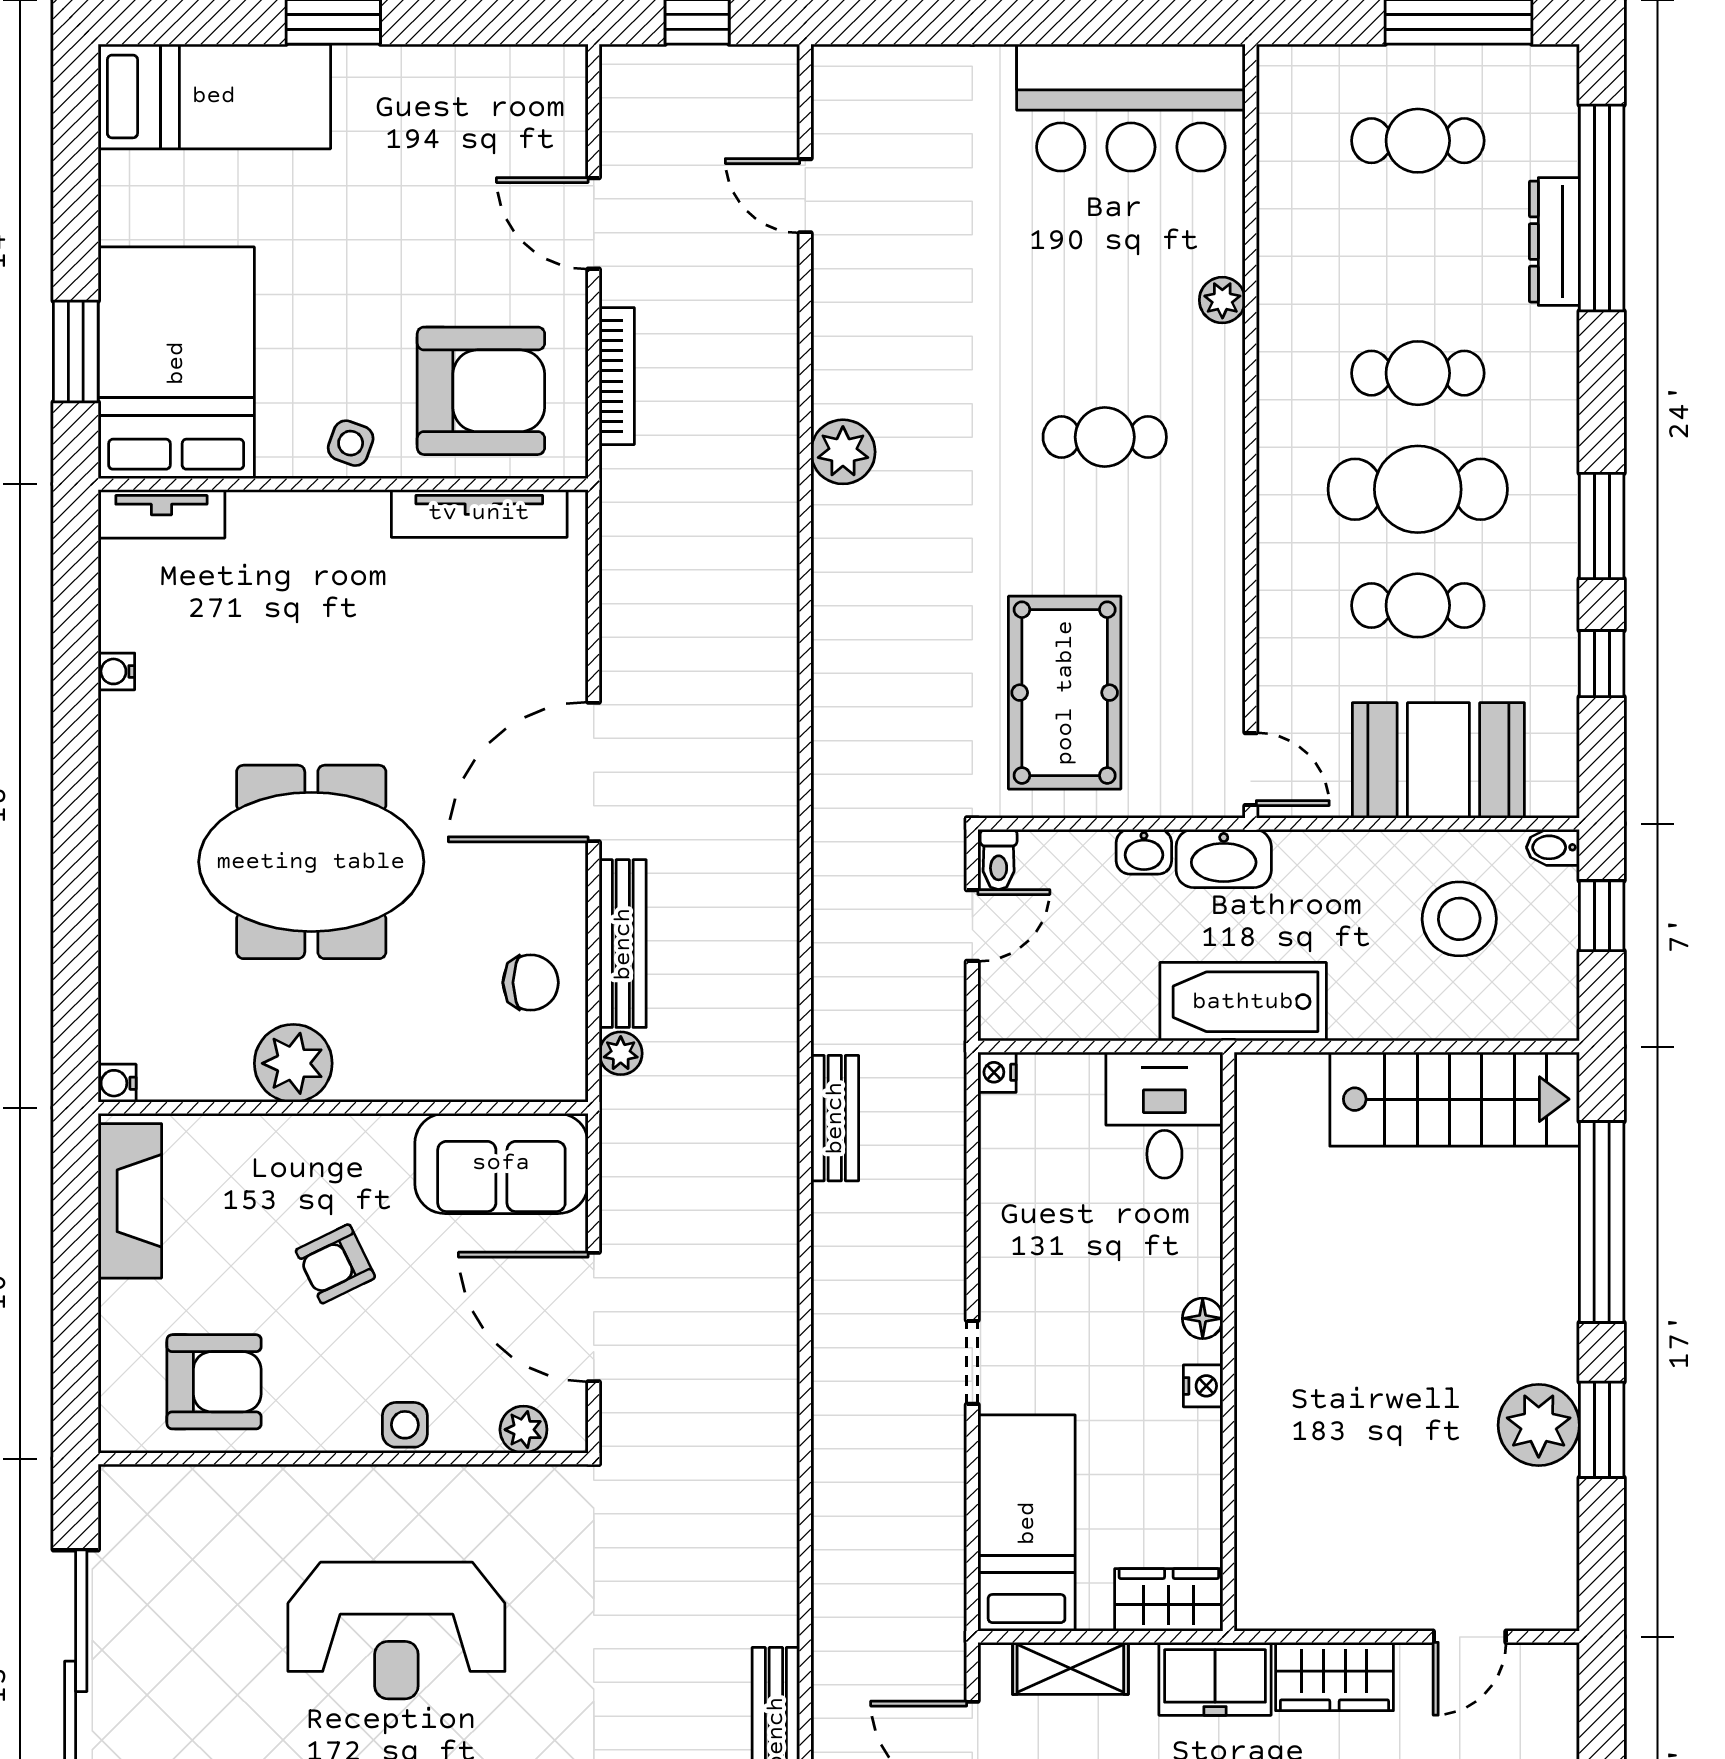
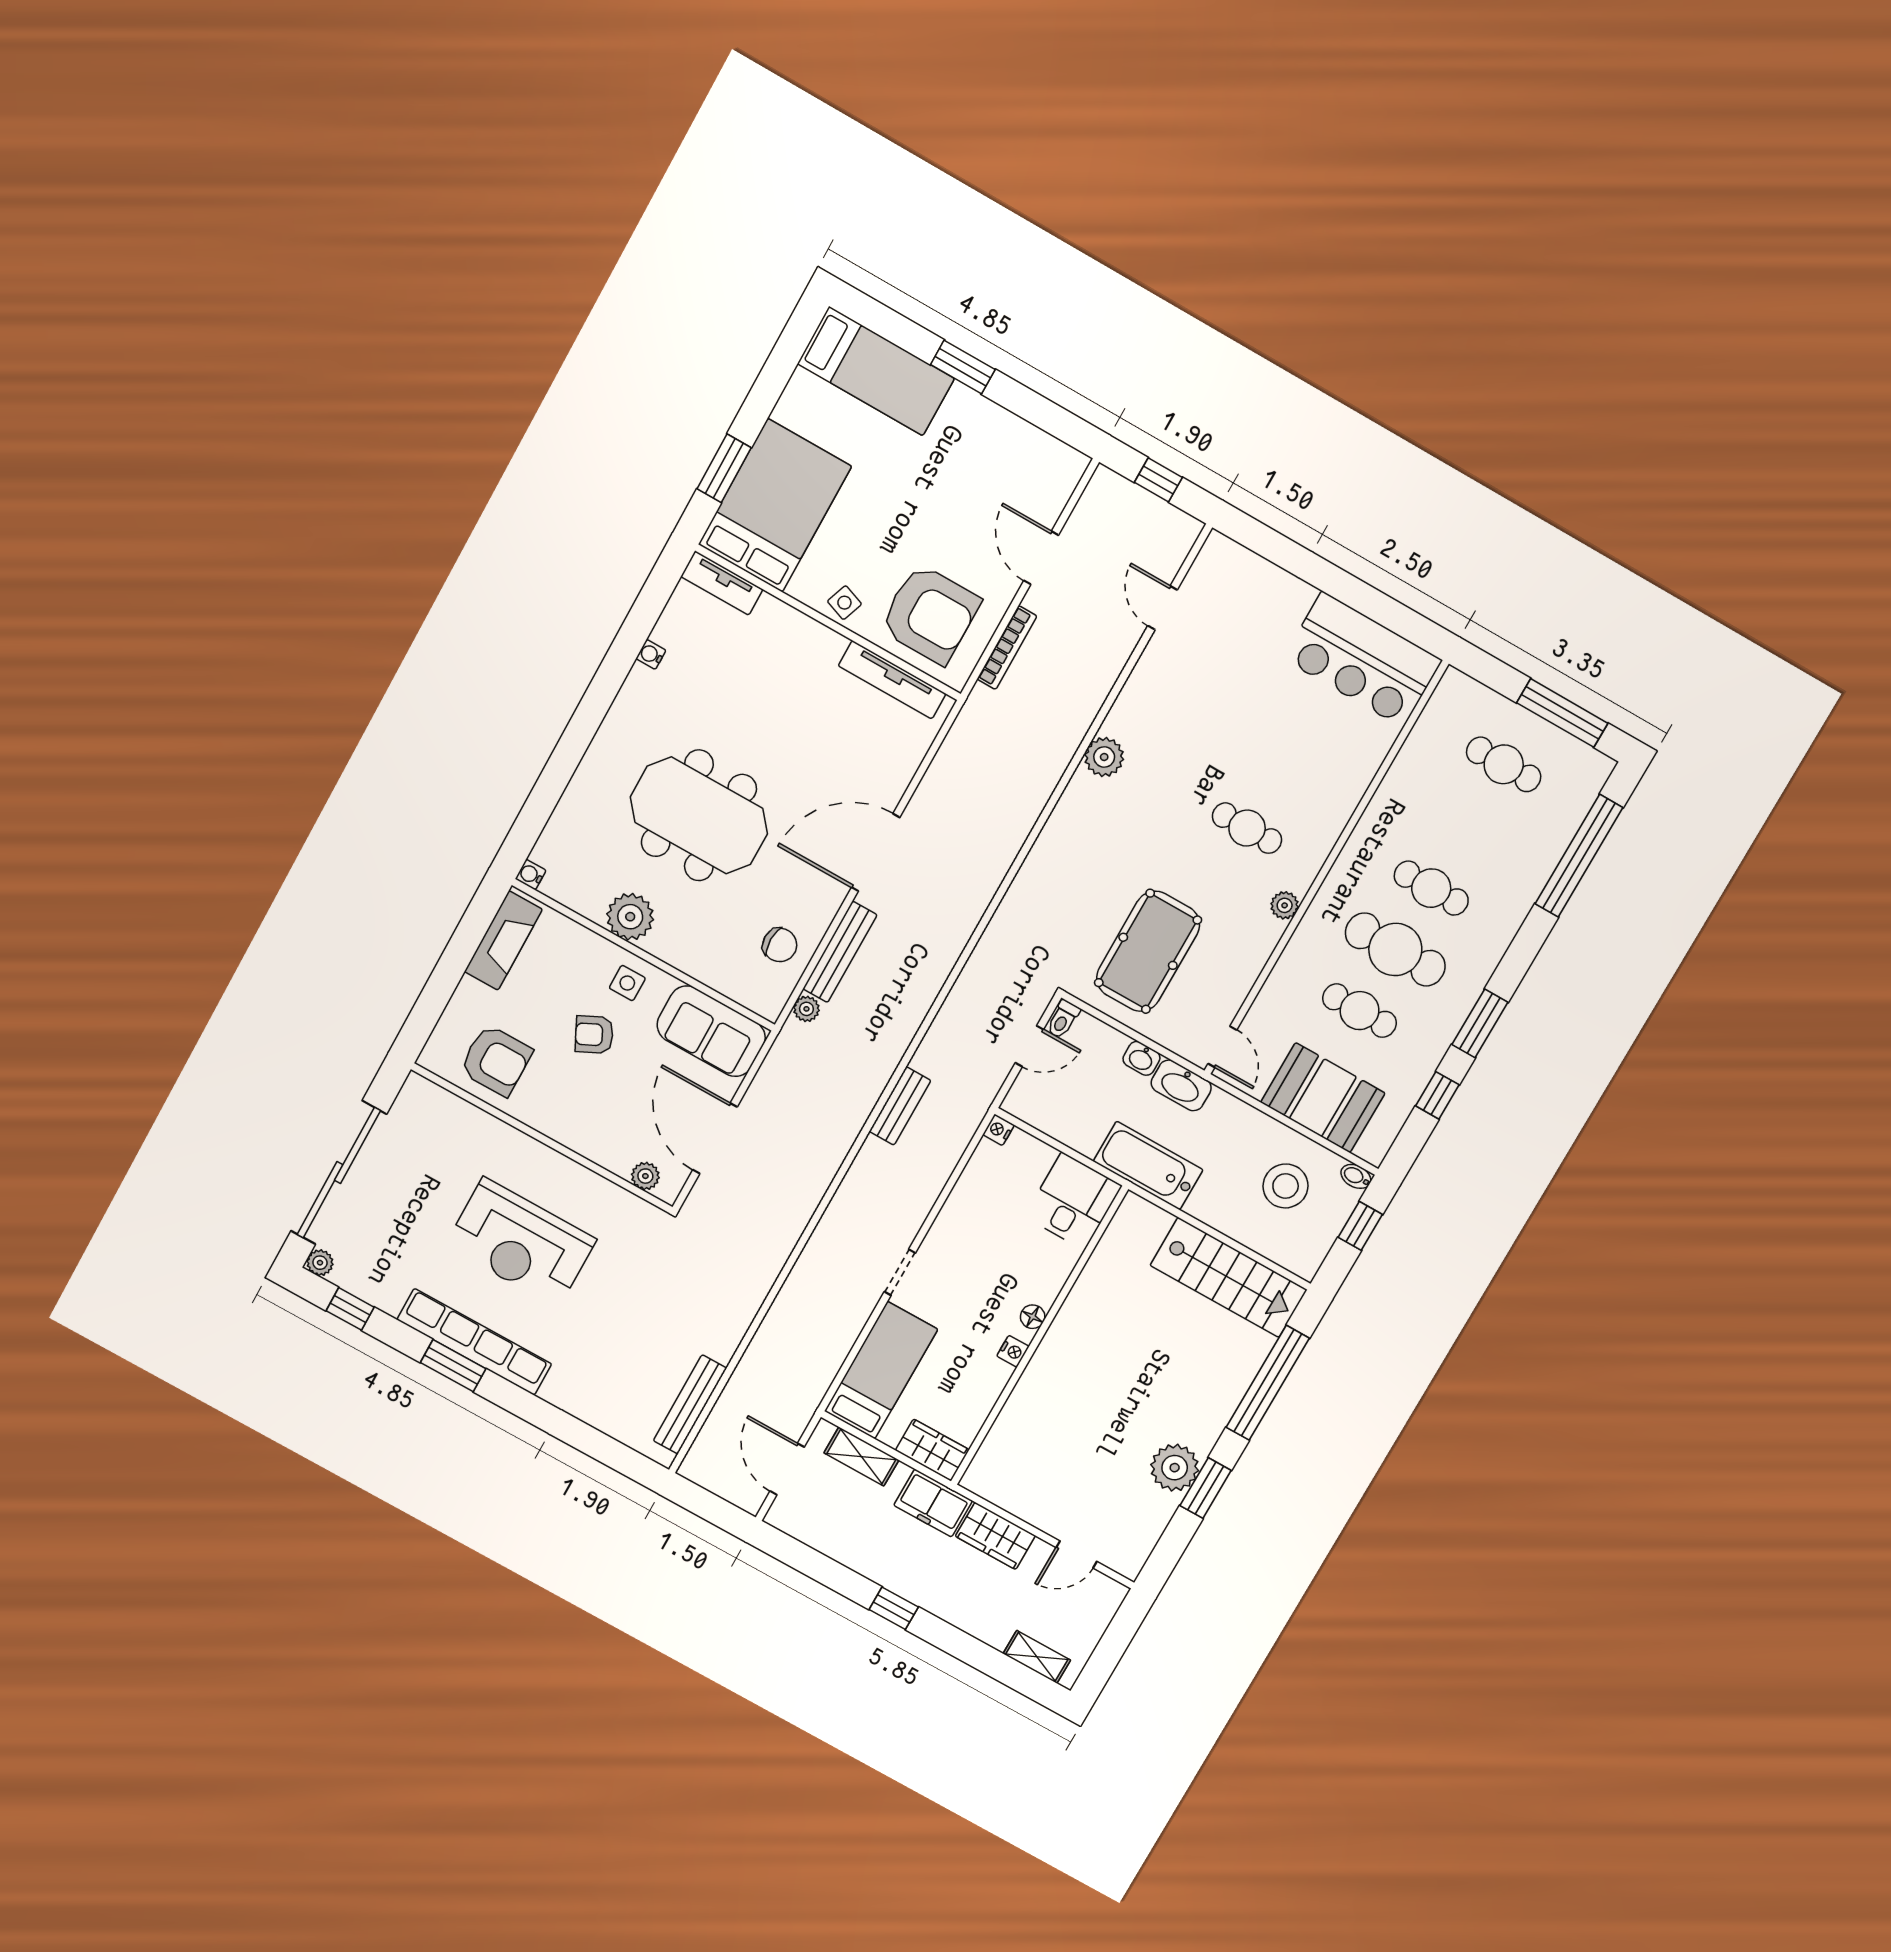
dresser: (1554, 242) -> (1544, 859), removed
plant: (1222, 300) -> (1285, 905), moved
side table: (405, 1425) -> (627, 983), moved

